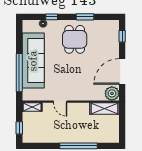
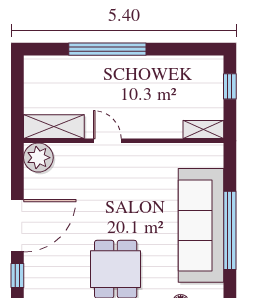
door: (122, 71) -> (17, 226), moved
window: (19, 73) -> (230, 230), moved
door: (60, 102) -> (107, 141), moved

